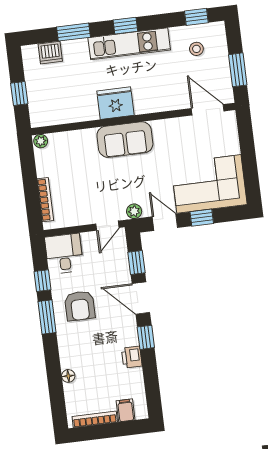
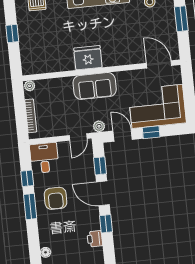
fridge: (115, 103) -> (88, 58), moved
door: (208, 110) -> (159, 64), moved
wall: (133, 119) -> (101, 70), moved
sofa: (125, 140) -> (95, 86), moved
plant: (41, 141) -> (30, 86), moved

